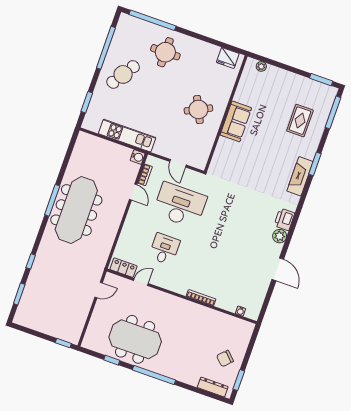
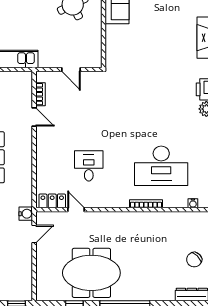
water cooler: (138, 157) -> (26, 214), moved
desk: (180, 205) -> (161, 166), moved, turned 180
door: (141, 282) -> (76, 210), hinge flipped

